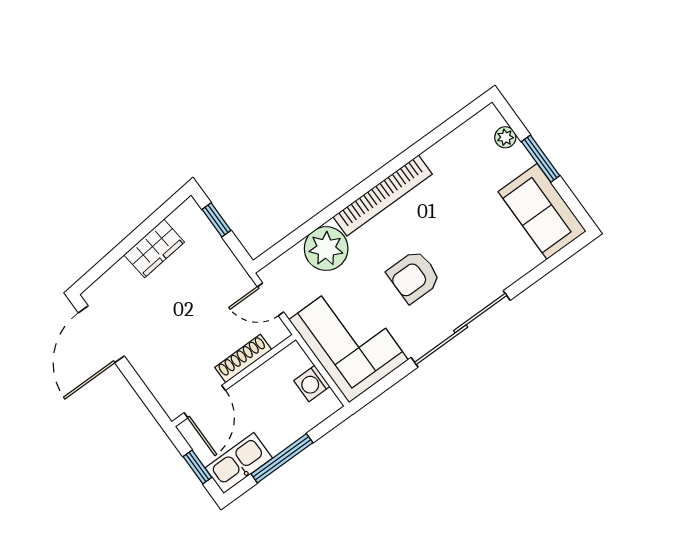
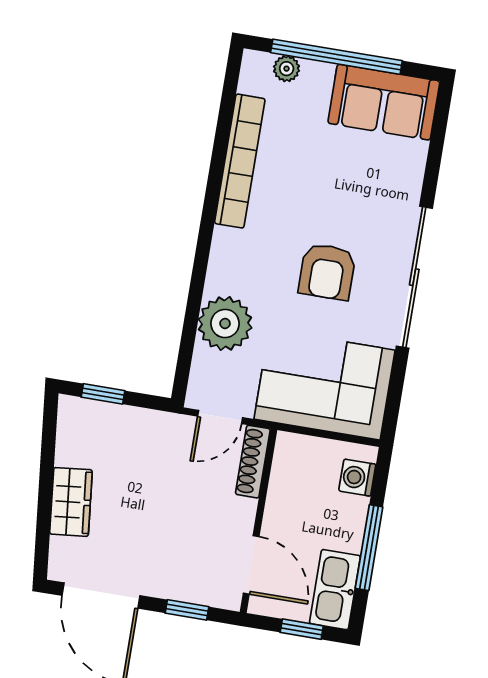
window: (541, 159) -> (336, 57), width x2.11
bookcase: (383, 196) -> (240, 161), moved
wardrobe: (154, 248) -> (71, 502), moved
shoe rack: (243, 358) -> (253, 462), moved
washing machine: (312, 384) -> (357, 478), moved, turned 90
window: (142, 391) -> (187, 610), added

